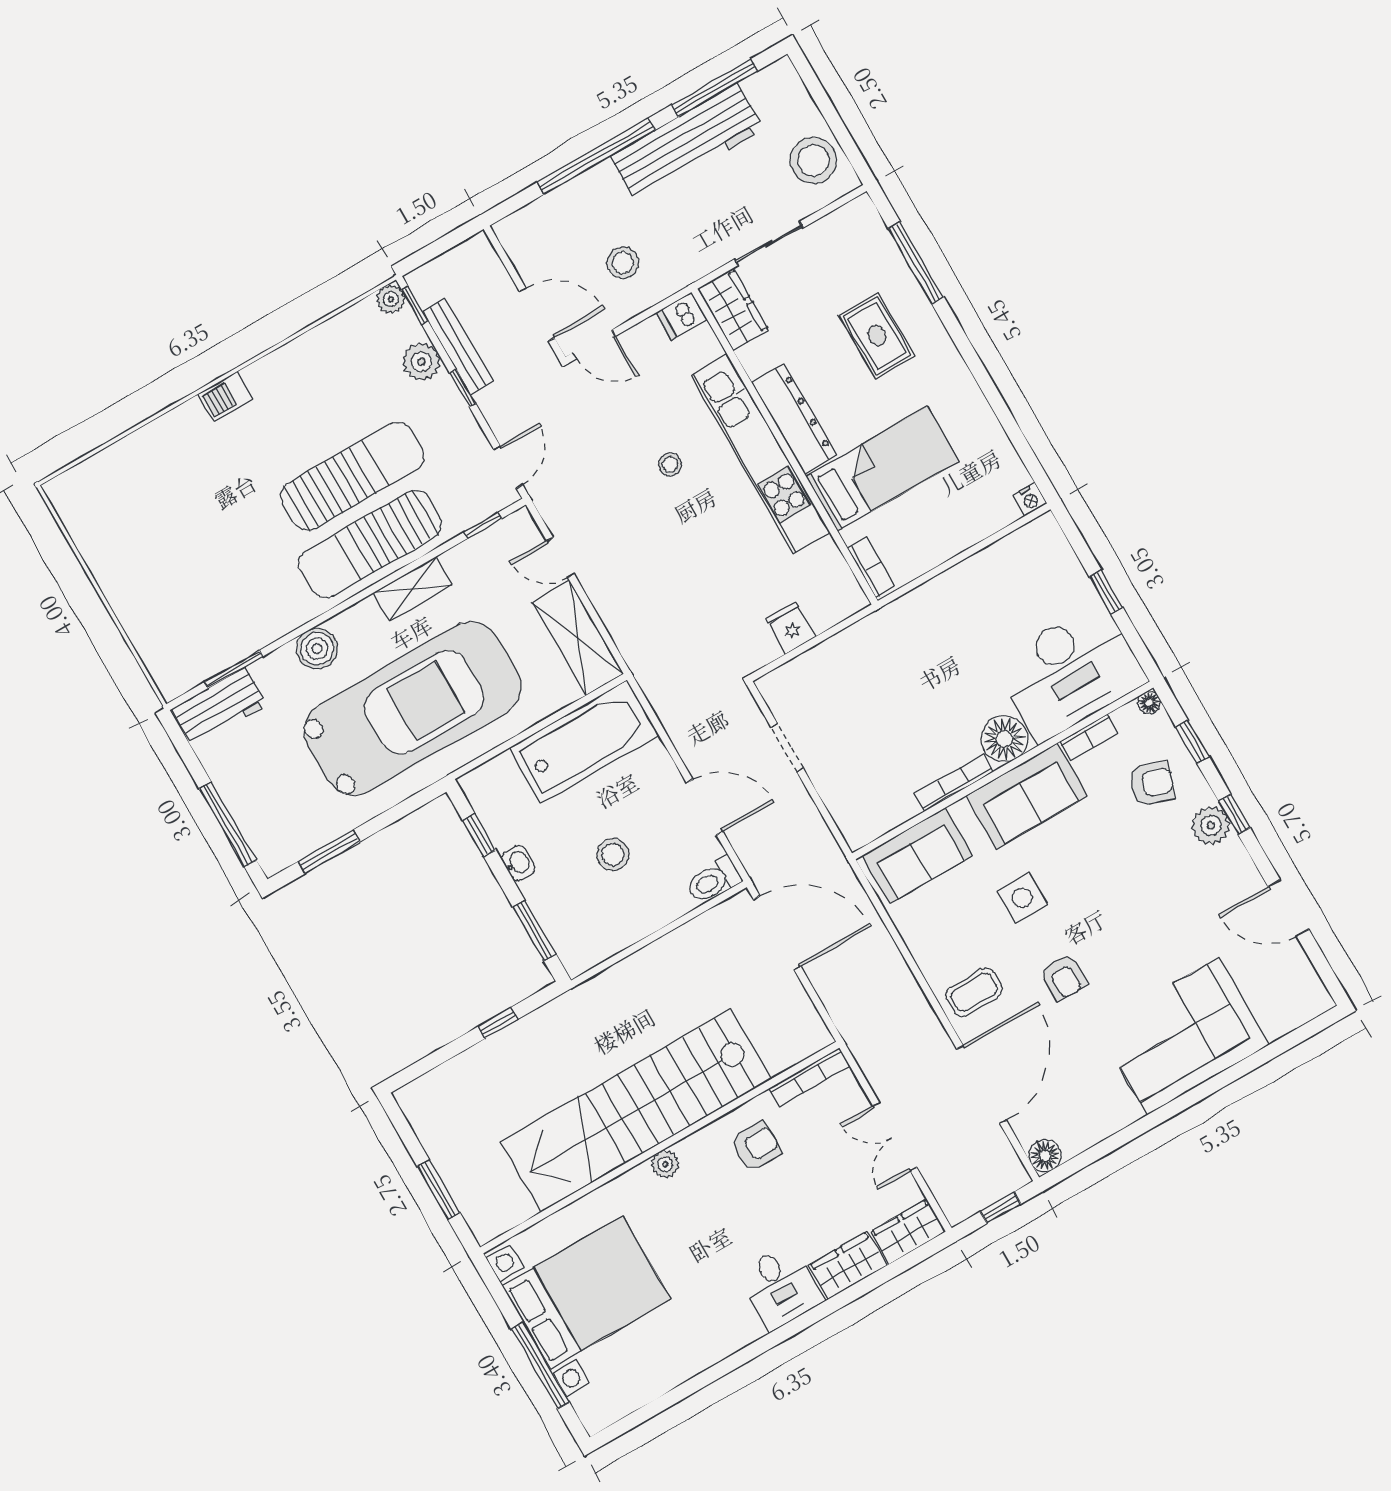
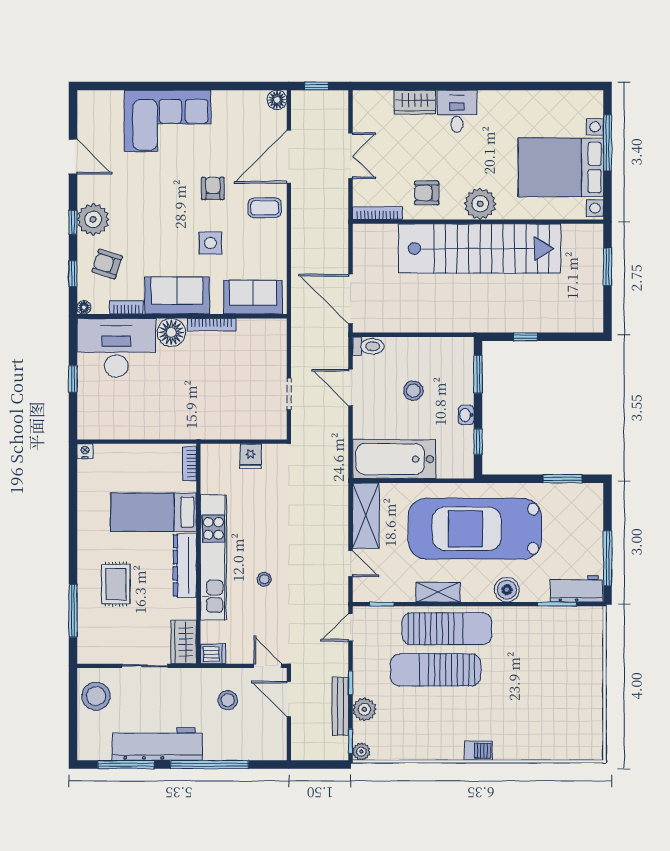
window: (228, 824) -> (608, 558), moved
plant: (1211, 826) -> (93, 219), width x1.36, depth x1.36
plant: (665, 1164) -> (480, 204), width x1.88, depth x1.88
wardrobe: (908, 1232) -> (372, 102), removed

